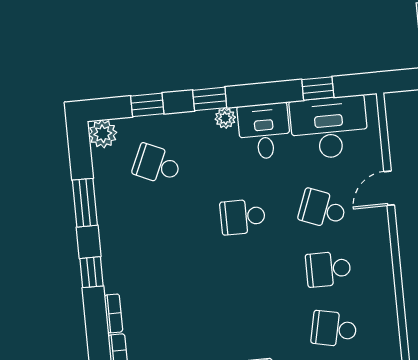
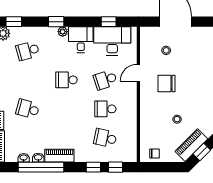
window: (147, 105) -> (14, 22), moved
school desk: (157, 165) -> (28, 51), turned -39
school desk: (323, 209) -> (105, 80), turned -39
school desk: (169, 284) -> (28, 109), added

